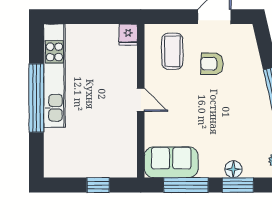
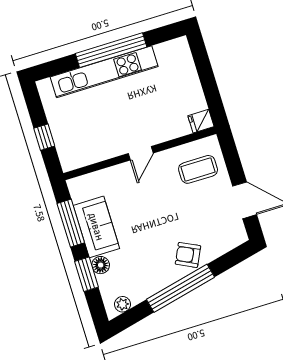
armchair: (212, 64) -> (188, 255), moved, turned -64
kitchen unit: (54, 76) -> (104, 72), moved
sofa: (171, 162) -> (96, 227), moved

